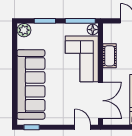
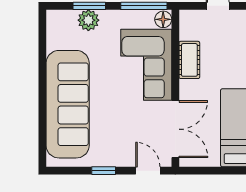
plant: (24, 30) -> (88, 20), moved
window: (32, 127) -> (104, 171), moved

